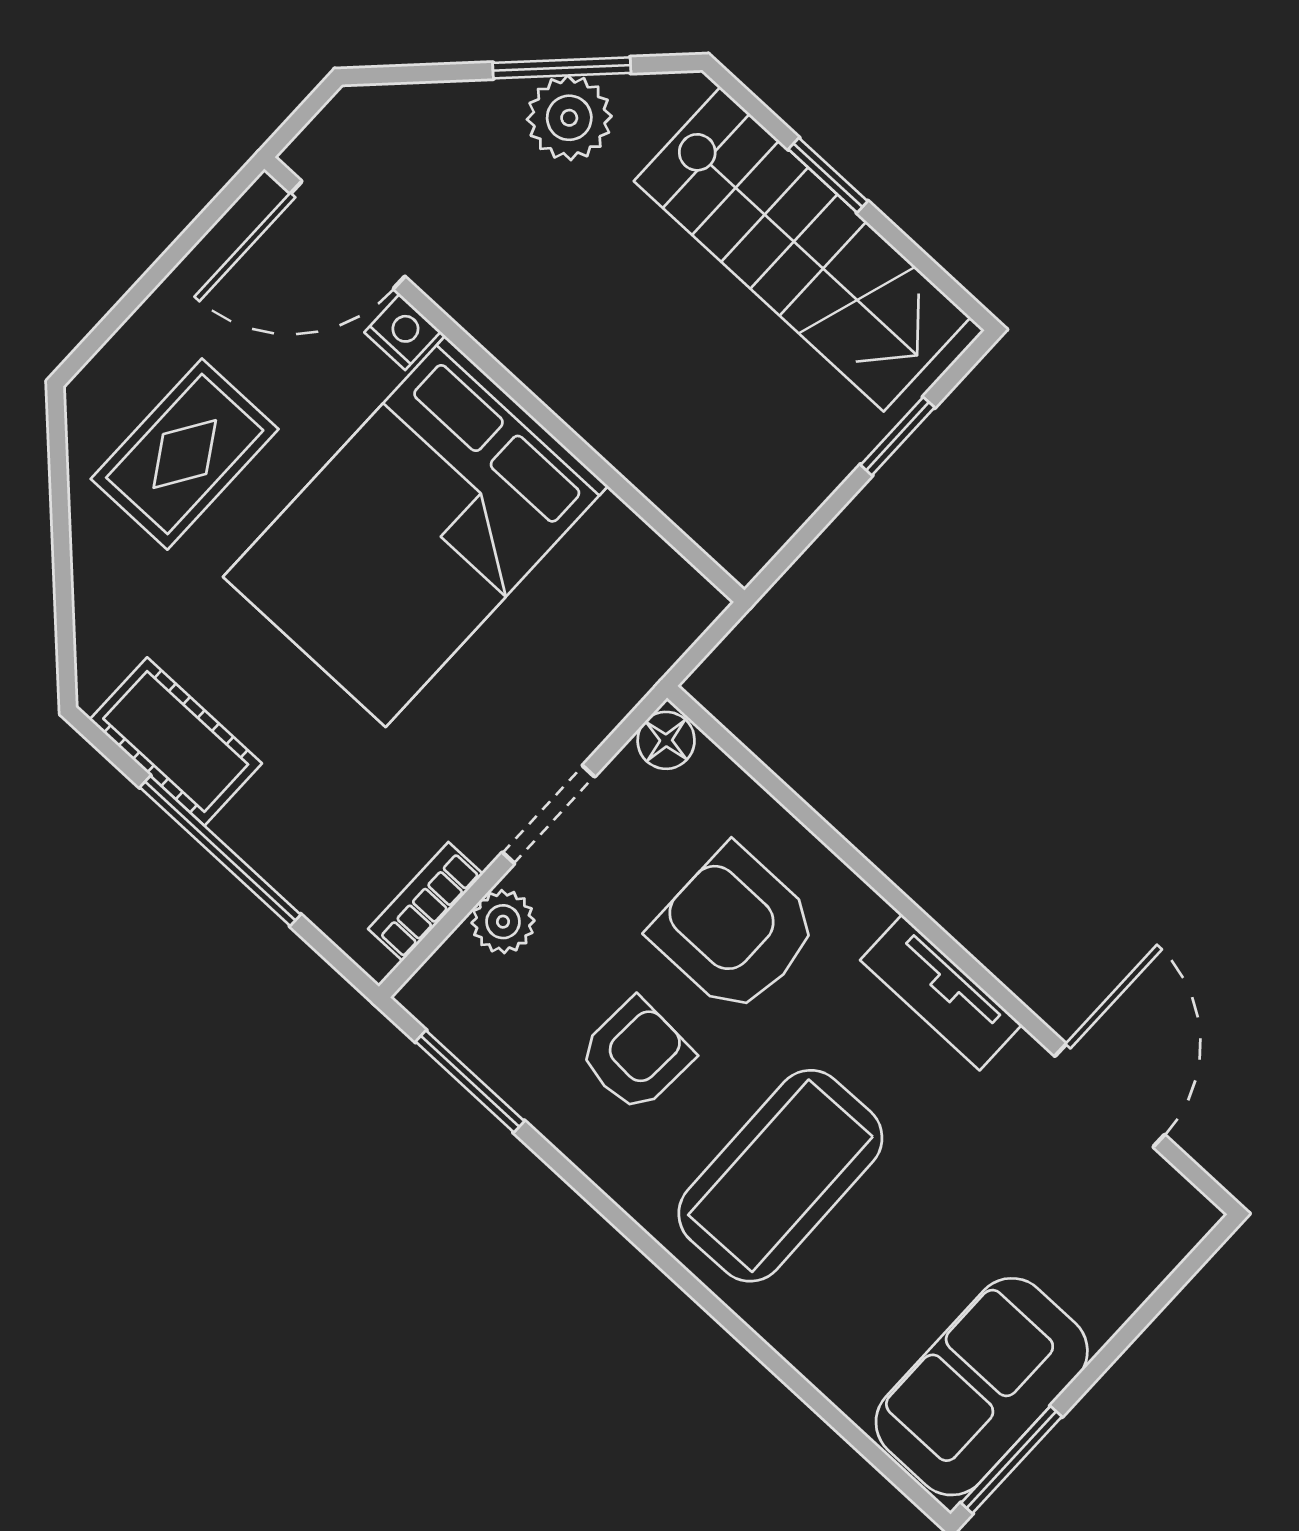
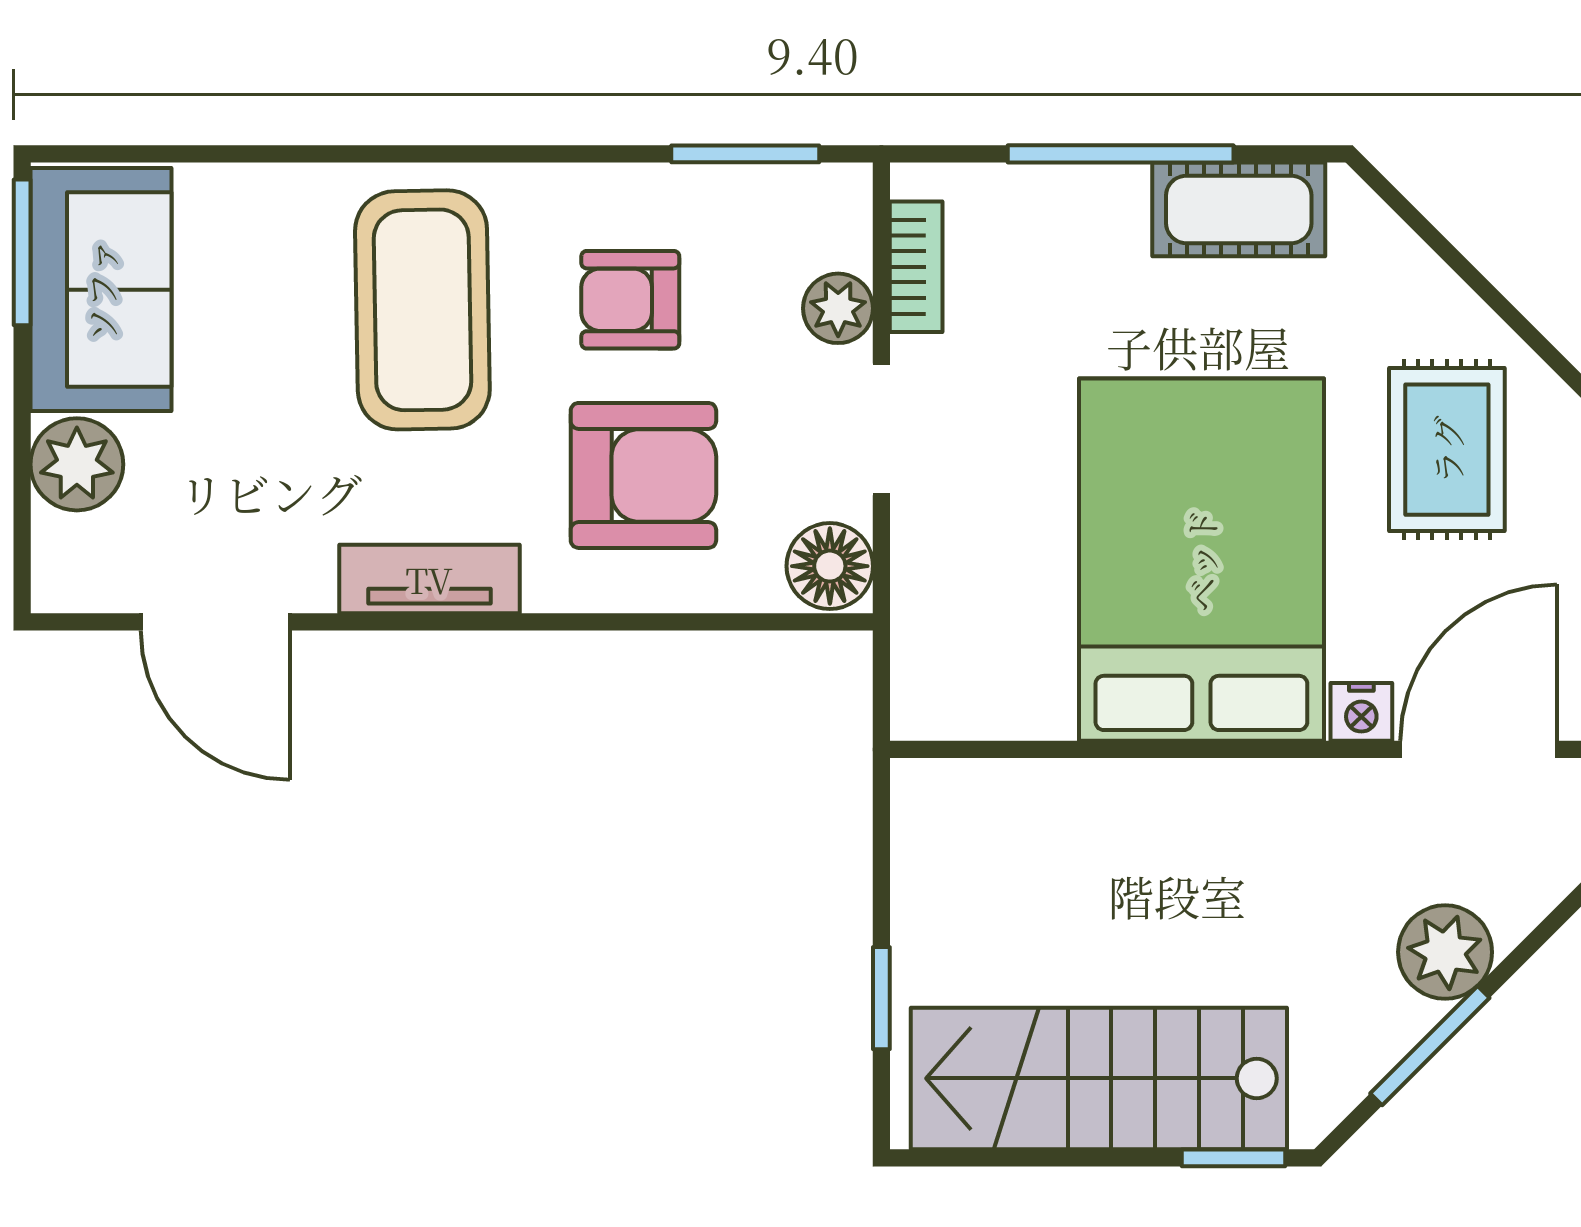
plant: (569, 118) -> (1445, 952), moved
window: (828, 175) -> (1233, 1158), moved
floor lamp: (666, 740) -> (830, 566), width x1.37, depth x1.37
armchair: (636, 1055) -> (630, 300), turned 87
plant: (1105, 1285) -> (77, 464), added

